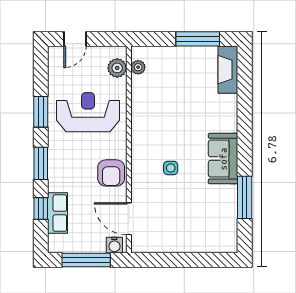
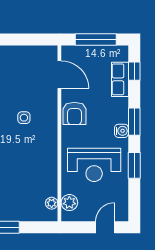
armchair: (111, 173) -> (74, 113), turned 180
window: (41, 209) -> (134, 71), moved
water cooler: (114, 245) -> (121, 131), moved, turned 90

